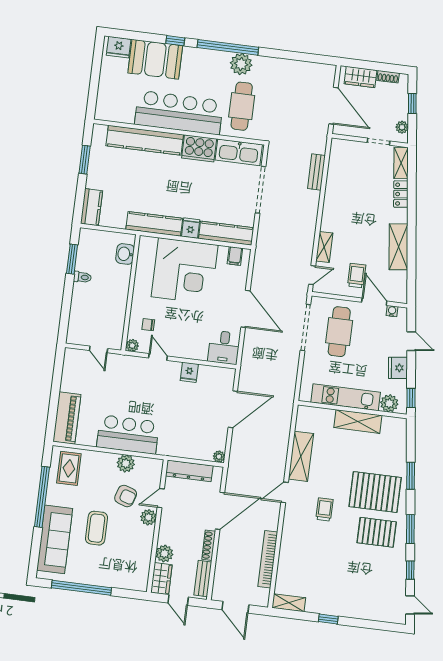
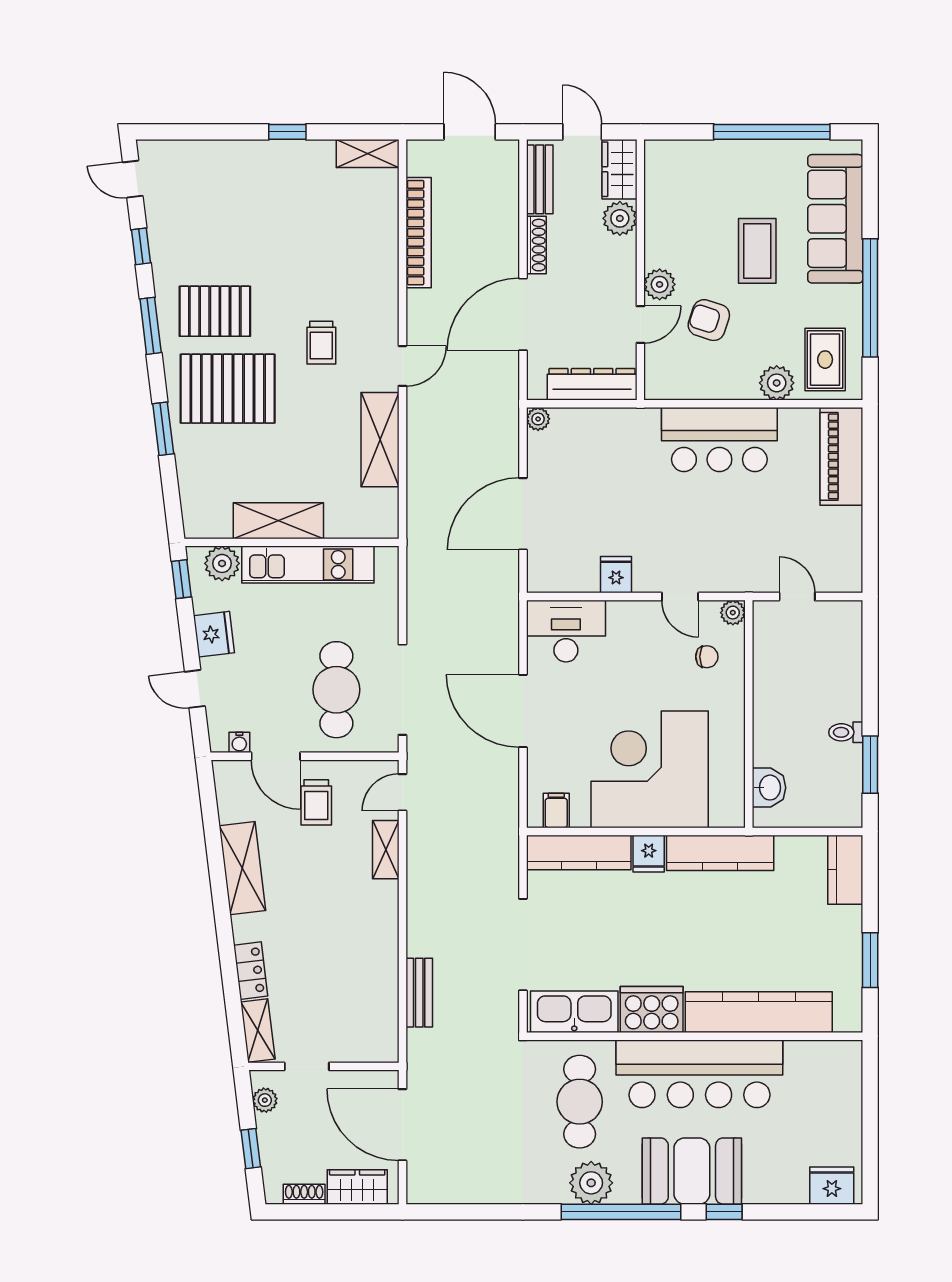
booth: (155, 59) -> (692, 1171), moved
desk: (224, 347) -> (566, 631), width x1.37
plant: (126, 463) -> (777, 383), moved

